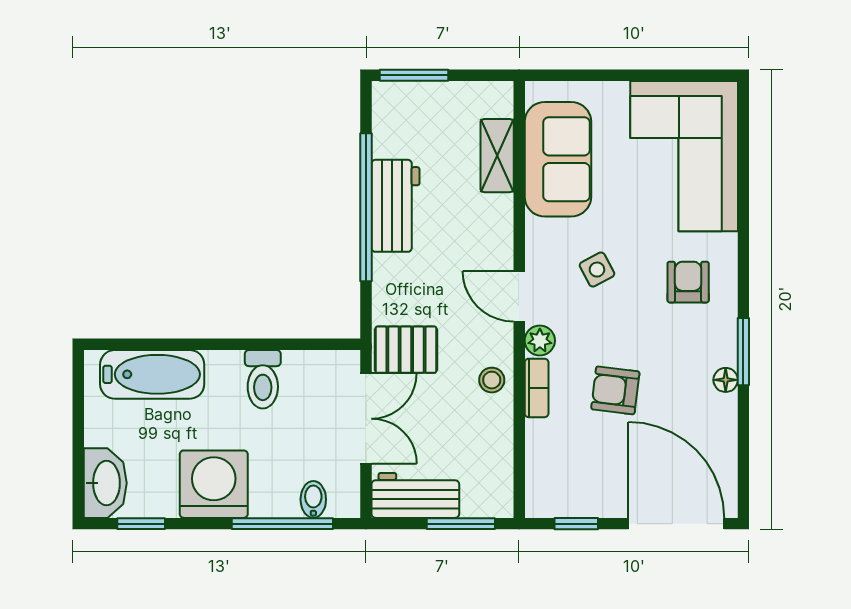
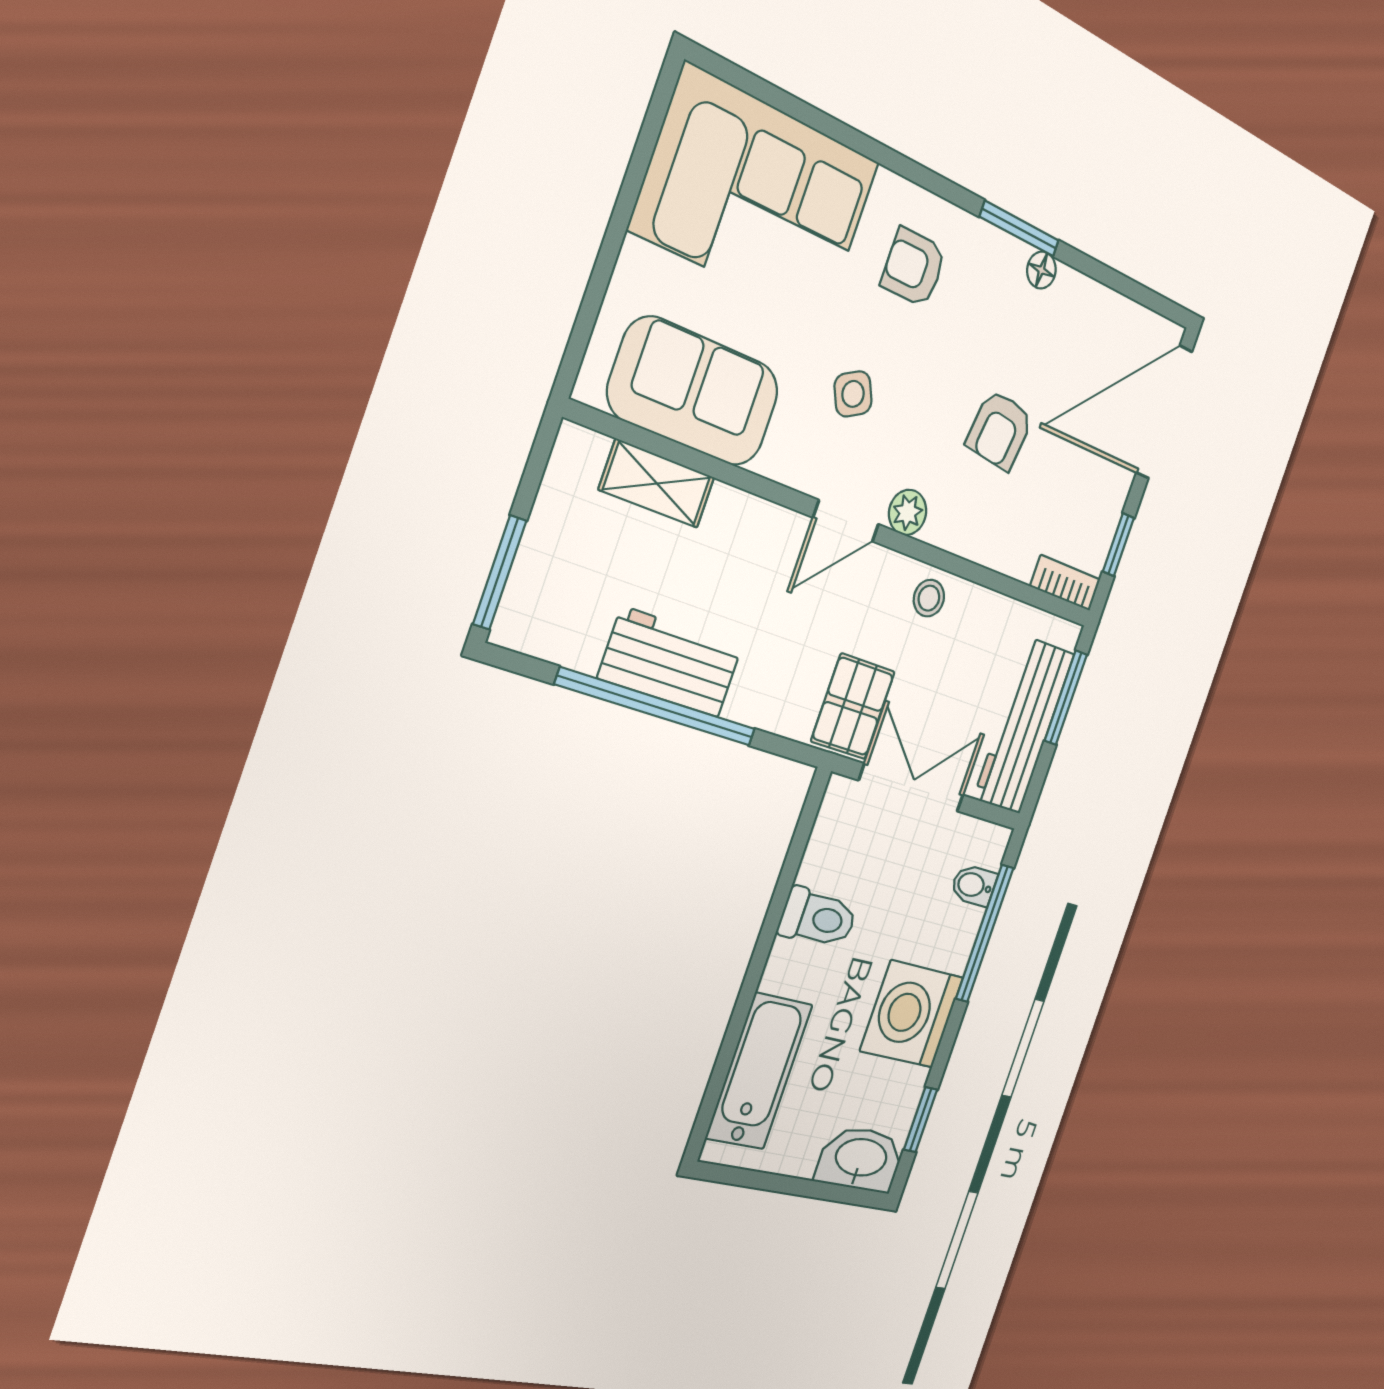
bookcase: (537, 388) -> (1065, 583), moved
workbench: (415, 495) -> (1024, 726), width x1.38

